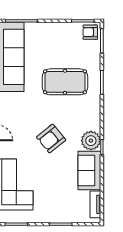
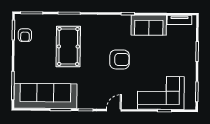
armchair: (90, 32) -> (25, 35), moved
armchair: (51, 139) -> (120, 59), turned -51
plant: (91, 141) -> (122, 24), removed

